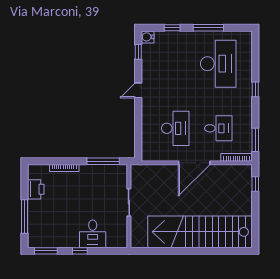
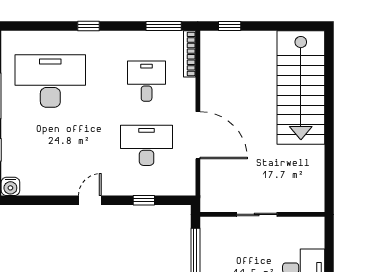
window: (138, 52) -> (144, 200), moved
door: (138, 90) -> (90, 200), swing flipped
door: (194, 163) -> (198, 135), moved
stairs: (200, 232) -> (301, 88), width x0.73

